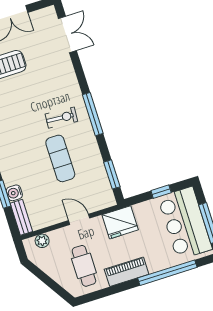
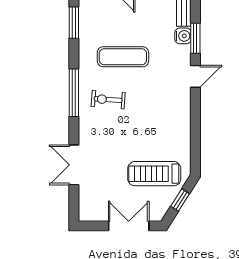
double door: (67, 34) -> (74, 165), moved
exercise mat: (60, 158) -> (123, 57), turned 90

